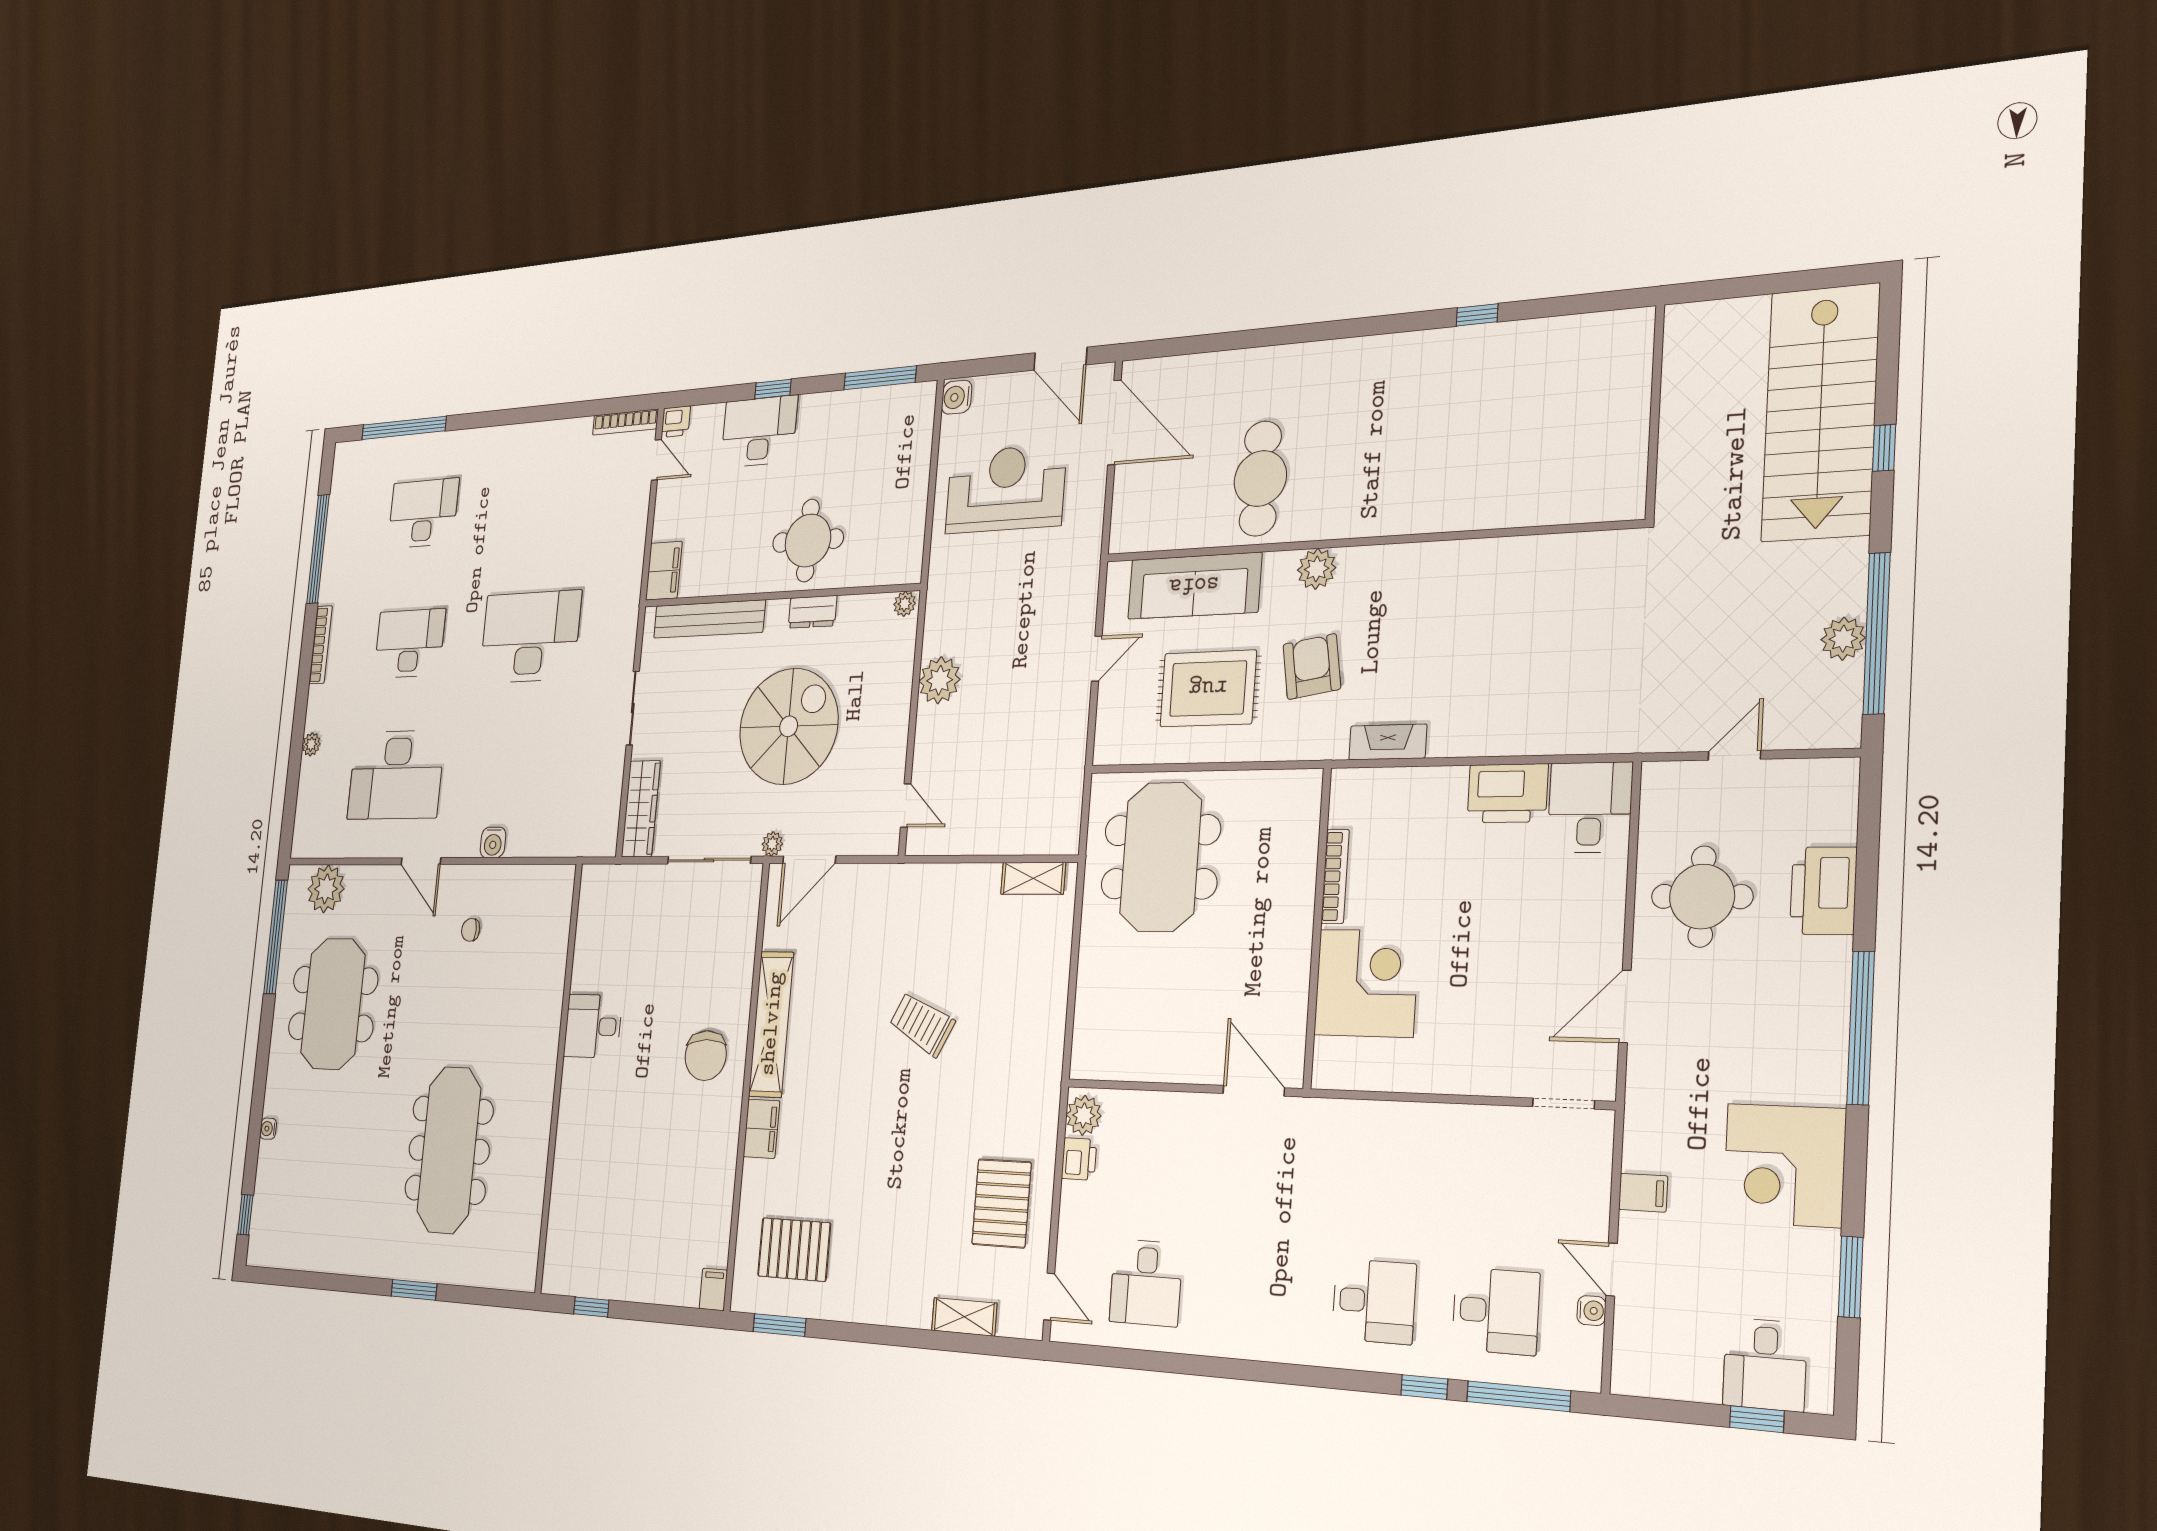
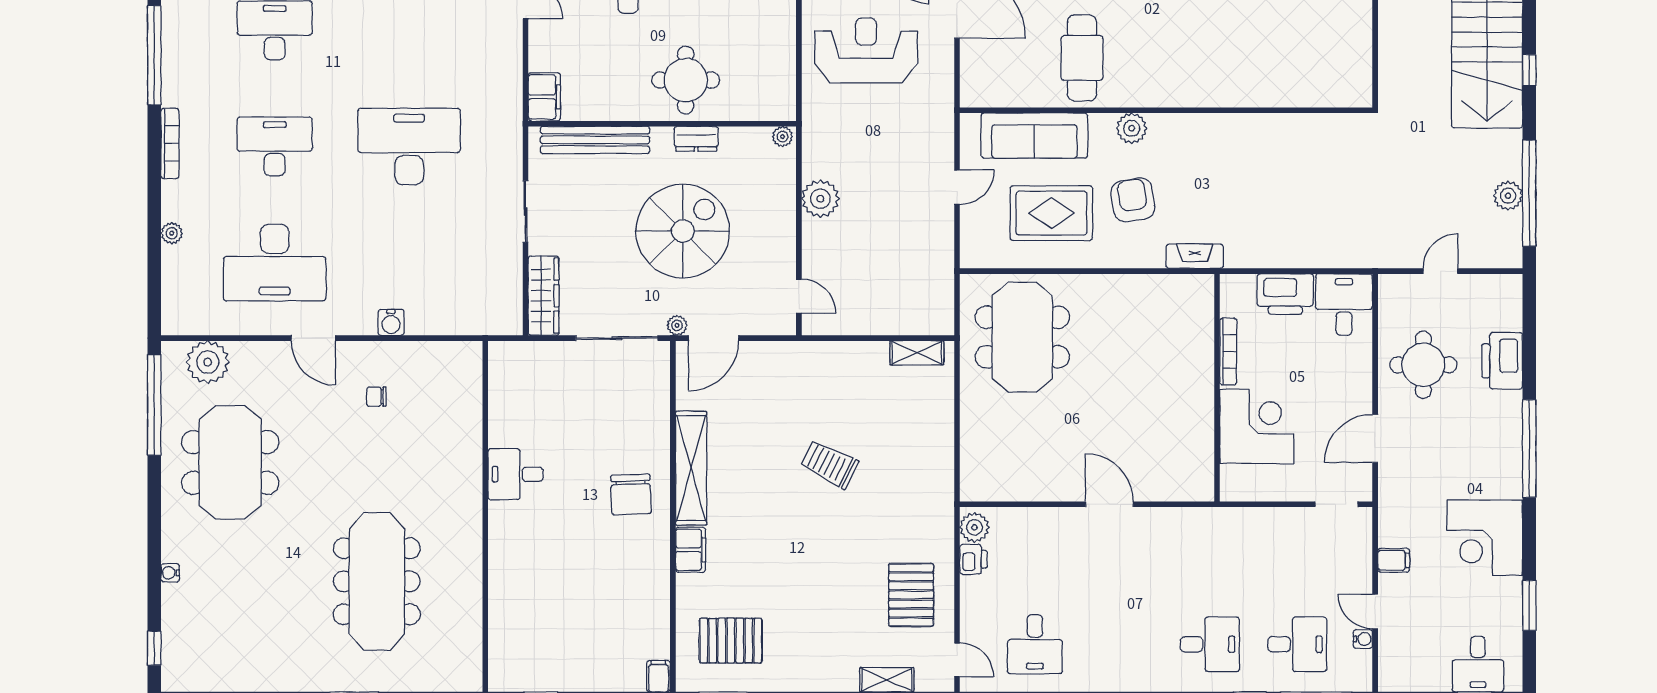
bookcase: (1335, 876) -> (1228, 351), moved
wall: (1317, 927) -> (1217, 388), moved
corner desk: (1366, 983) -> (1257, 426), moved

